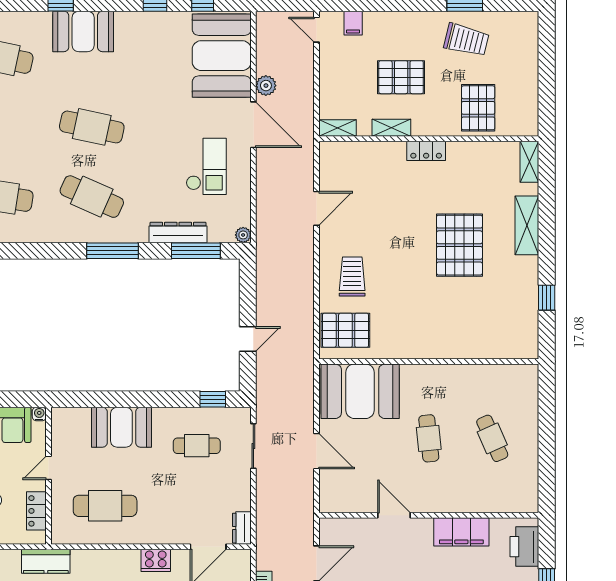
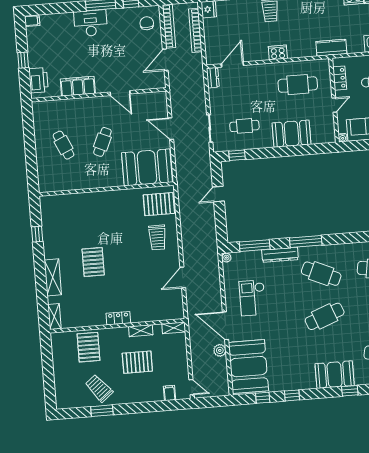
trolley: (466, 40) -> (99, 388), turned 37
cafe table: (92, 127) -> (325, 316), turned -33
dresser: (178, 233) -> (280, 255), moved
pallet: (459, 245) -> (93, 262), width x0.73, depth x0.71
cafe table: (429, 438) -> (102, 142), turned 30
cooker: (156, 560) -> (278, 53), moved

